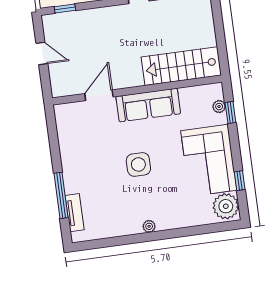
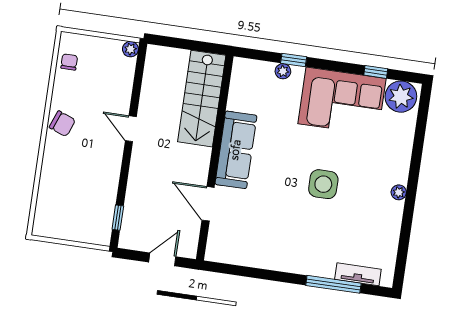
stairs: (181, 66) -> (202, 99), moved
wall: (137, 90) -> (215, 158), moved
door: (99, 95) -> (208, 204), moved
sofa: (148, 105) -> (236, 150), moved

